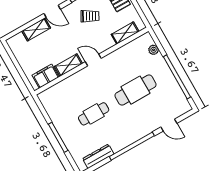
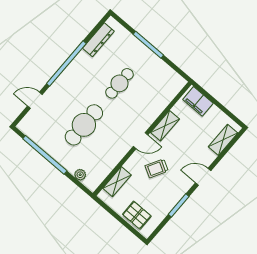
trolley: (90, 16) -> (157, 168), moved
shelving: (36, 29) -> (223, 140), moved
filing cabinet: (46, 76) -> (198, 101), moved, turned 90

